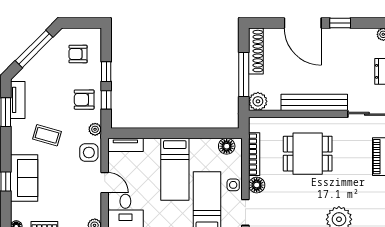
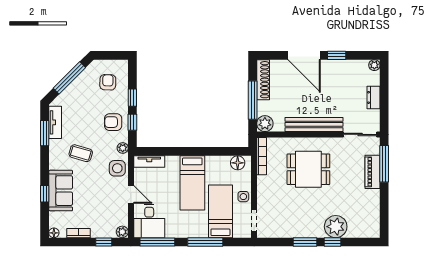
armchair: (78, 54) -> (108, 82), turned 92
bookcase: (254, 154) -> (262, 156), moved
floor lamp: (257, 185) -> (264, 197), removed

